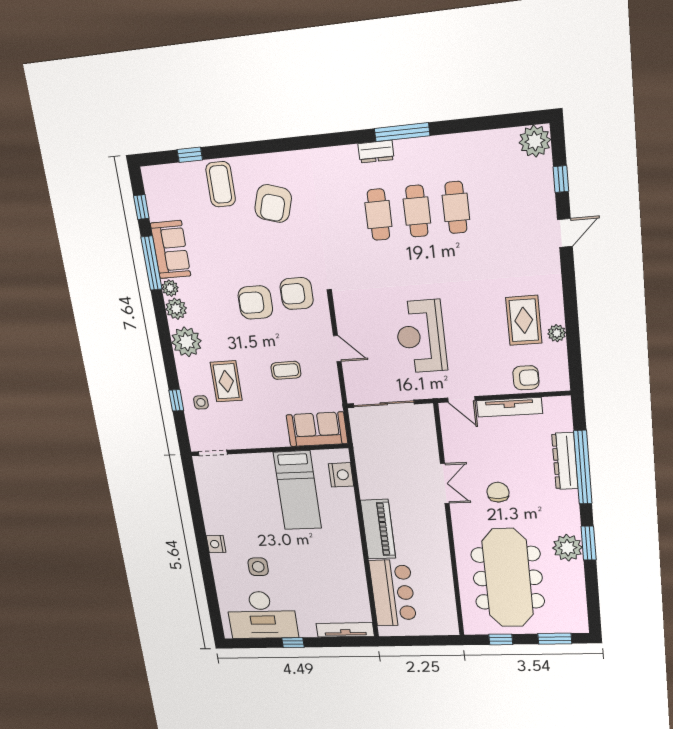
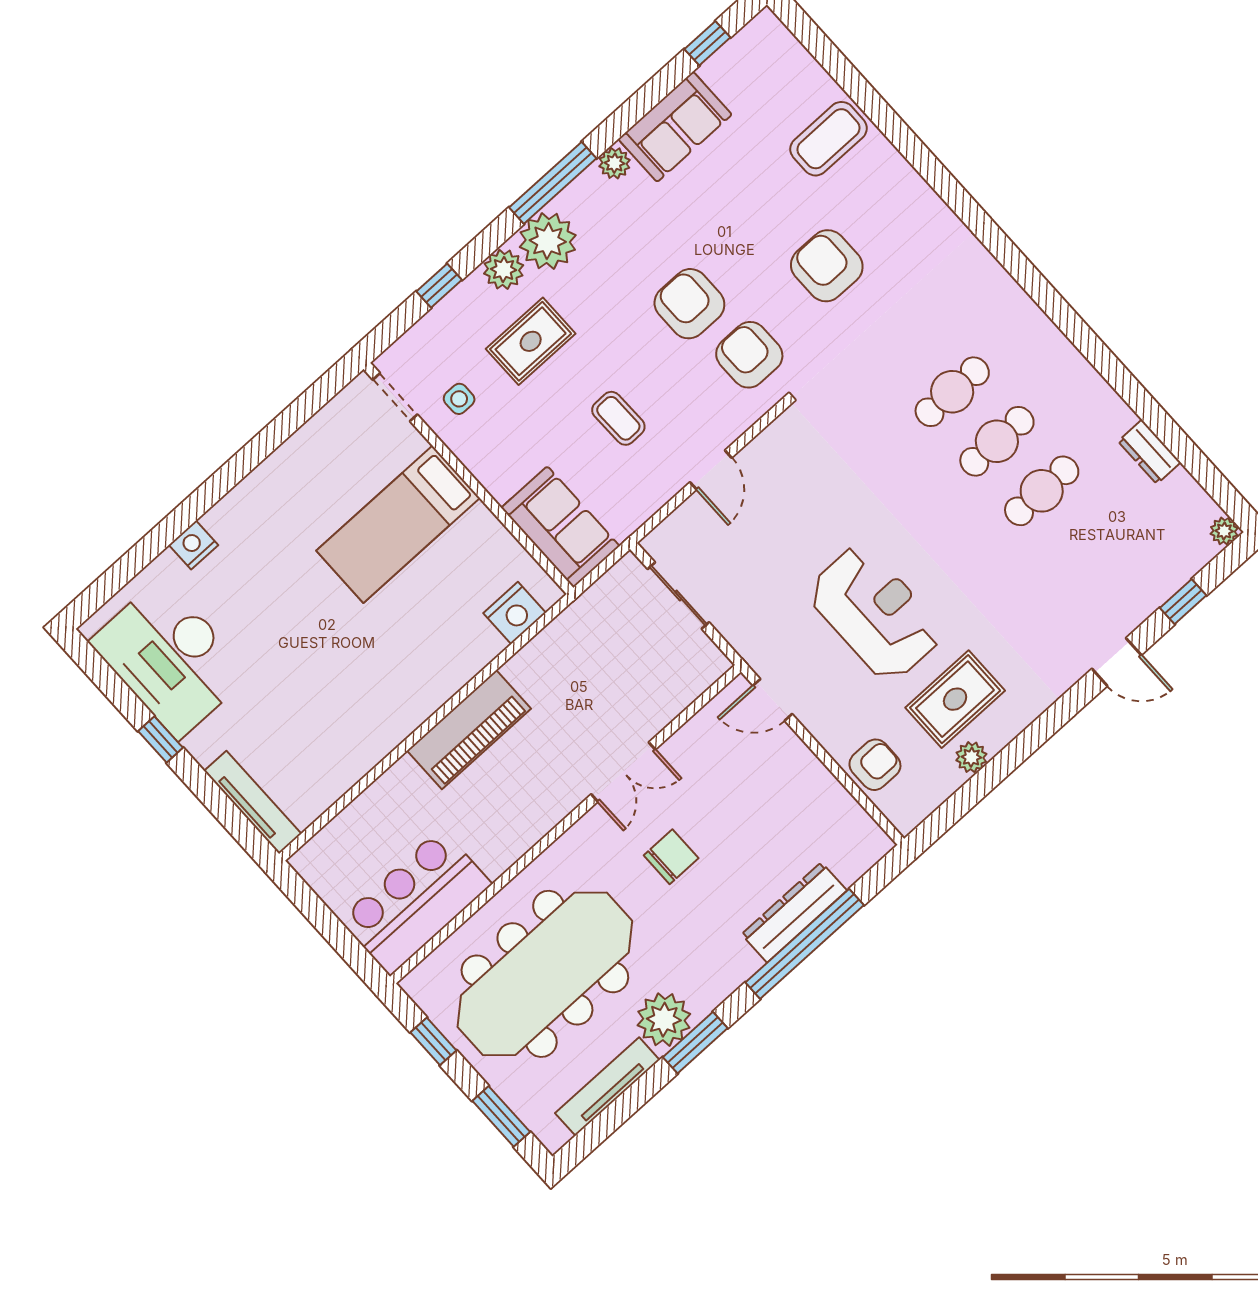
window: (402, 132) -> (1089, 344), removed
plant: (535, 141) -> (1224, 531), width x0.53, depth x0.53
dresser: (376, 152) -> (1149, 452), moved
window: (190, 155) -> (838, 67), removed
armchair: (273, 204) -> (827, 266), moved, turned 73
window: (151, 263) -> (553, 183), moved
plant: (176, 309) -> (504, 269), moved
reception desk: (421, 336) -> (875, 613), moved, turned 90
armchair: (526, 378) -> (875, 765), turned -90
door: (461, 399) -> (772, 700), hinge flipped
side table: (201, 402) -> (459, 399), moved
sliding door: (384, 404) -> (678, 596), width x0.73
tv unit: (509, 407) -> (607, 1086), moved, turned 90
bed: (297, 490) -> (398, 524), moved
nightstand: (216, 544) -> (193, 545), moved
side table: (258, 567) -> (253, 595), removed
bar counter: (393, 593) -> (415, 902), moved, turned 180

